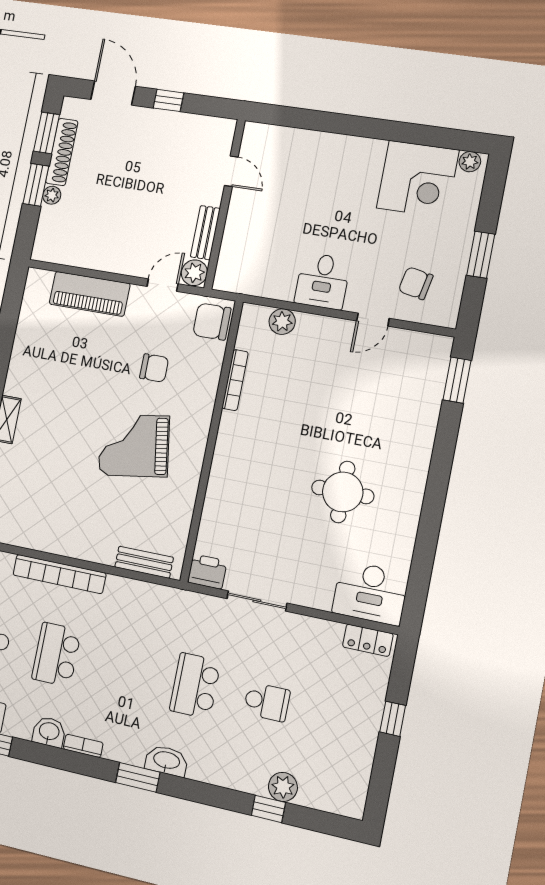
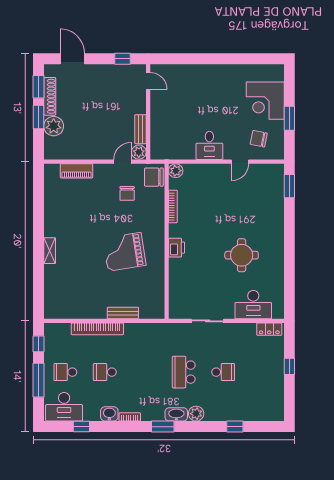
window: (168, 100) -> (122, 59), moved
plant: (470, 162) -> (275, 70), removed
door: (231, 171) -> (148, 81), moved
corner desk: (418, 179) -> (265, 101), moved, turned 90
plant: (52, 195) -> (54, 126), width x1.88, depth x1.88
piano: (90, 294) -> (76, 171), width x0.73, depth x0.75
plant: (282, 322) -> (176, 171), moved
chair: (154, 368) -> (127, 193), moved, turned 90
bench: (144, 562) -> (123, 313), moved
printer: (207, 572) -> (177, 248), moved, turned 90
desk: (370, 593) -> (253, 305), moved
school desk: (56, 654) -> (105, 372), width x0.54
plant: (283, 787) -> (196, 414), moved

